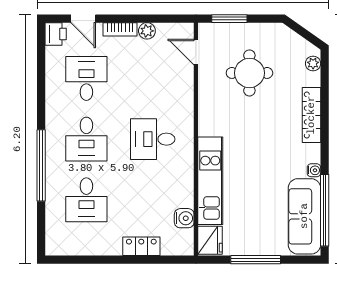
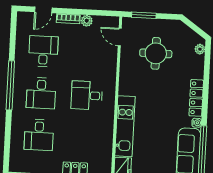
door: (83, 19) -> (43, 10), hinge flipped
printer: (56, 34) -> (24, 20), removed
locker: (311, 115) -> (196, 98), moved
window: (41, 165) -> (10, 85), moved
water cooler: (184, 218) -> (106, 151), removed

